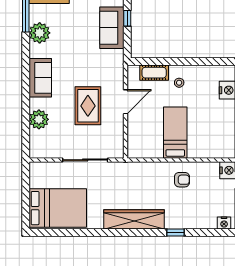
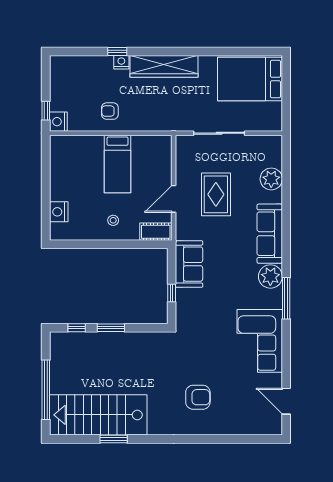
sofa: (112, 28) -> (189, 264), moved
cot: (154, 73) -> (156, 232), moved
sofa: (40, 78) -> (270, 234), width x1.36
nightstand: (224, 223) -> (121, 62), moved

